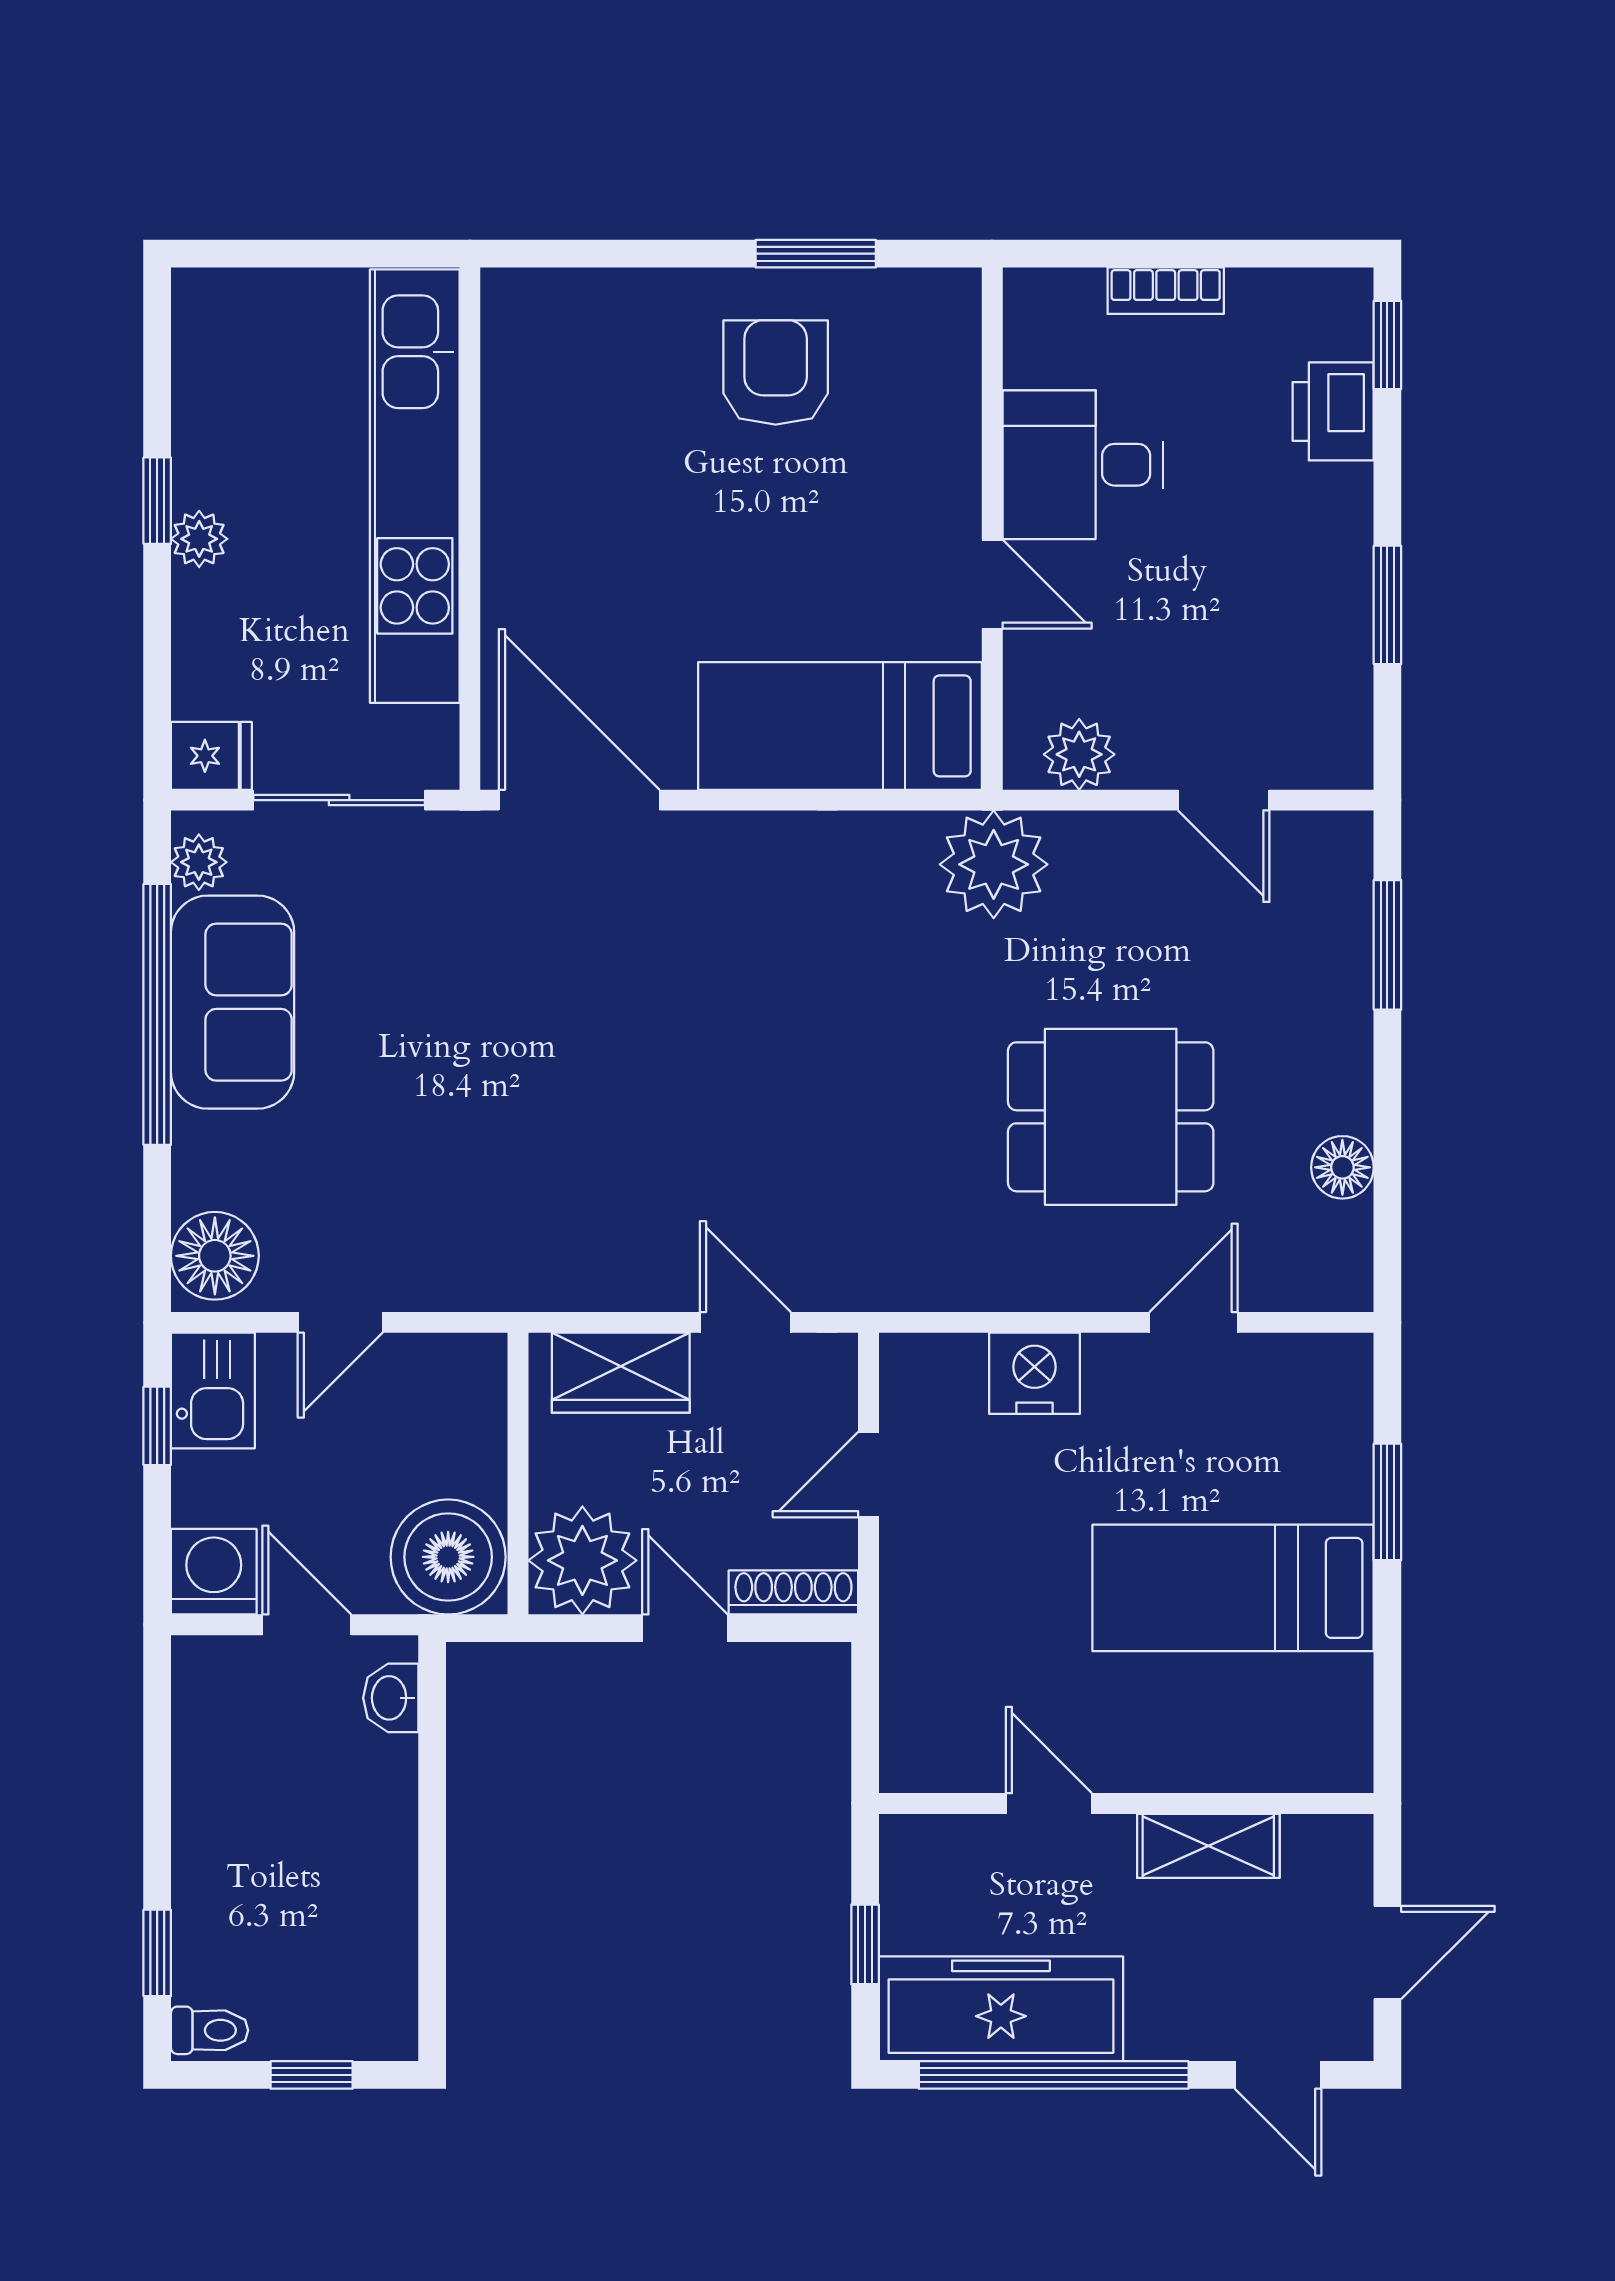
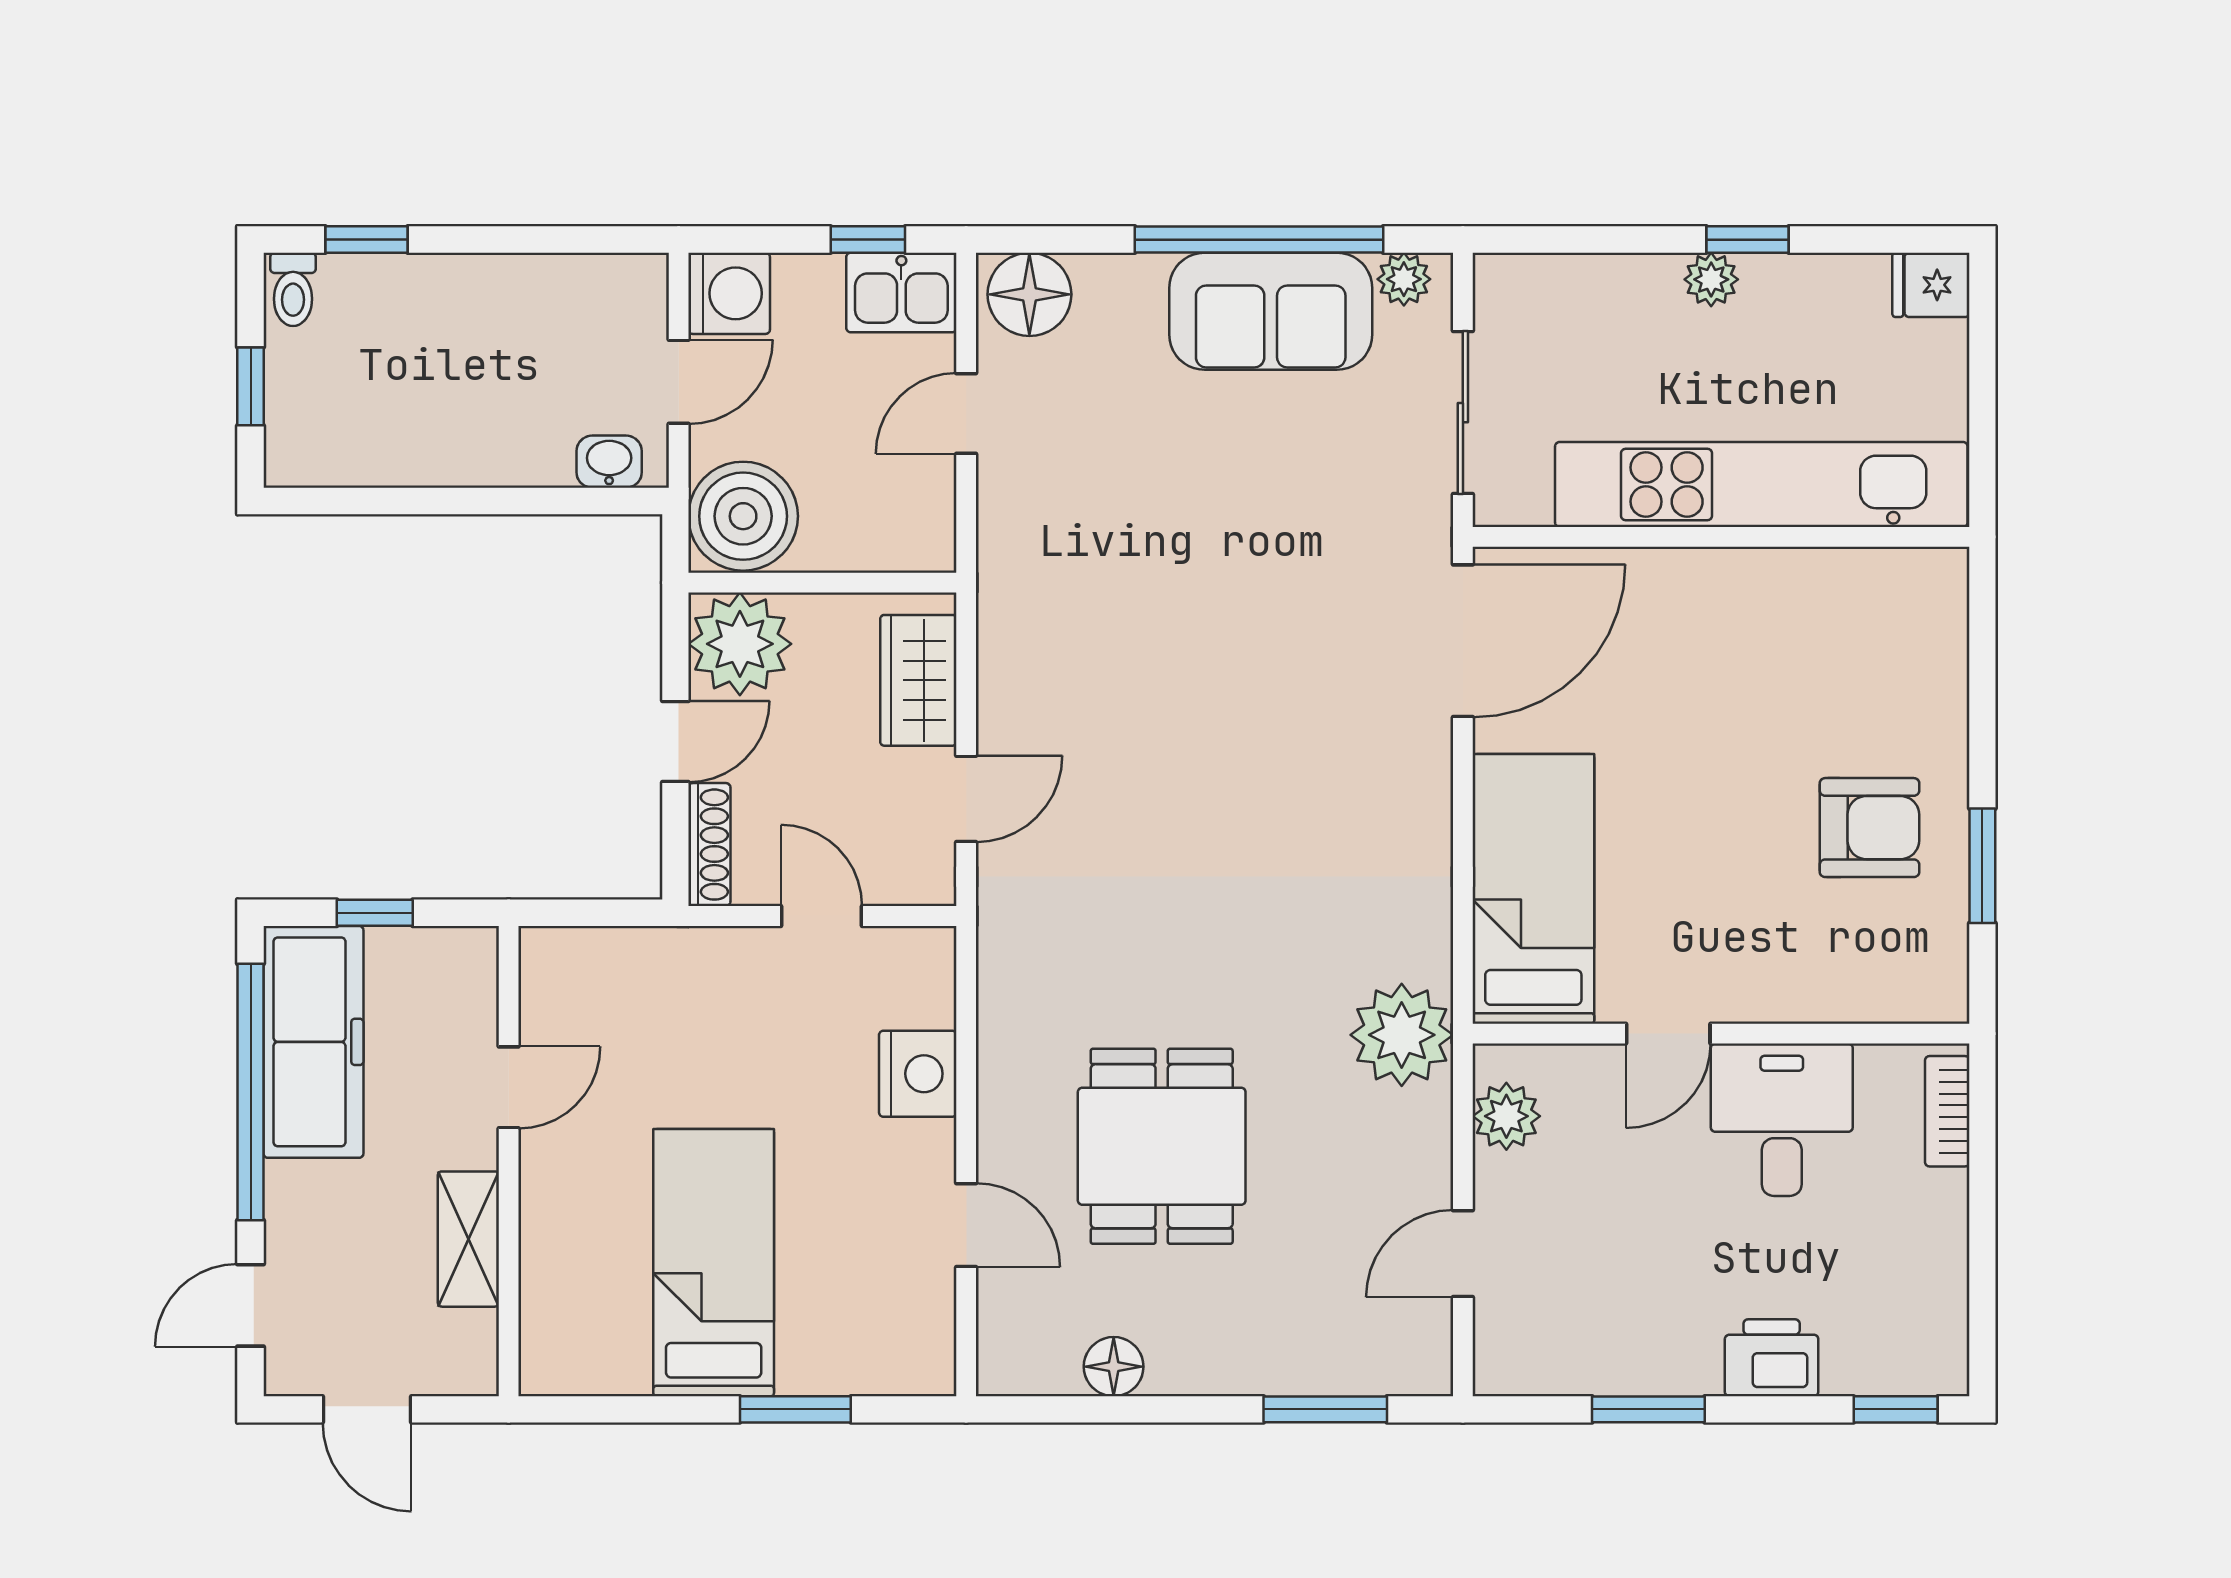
bookcase: (1166, 291) -> (1947, 1111), moved
printer: (1333, 411) -> (1772, 1358), moved
fridge: (211, 756) -> (1931, 285), moved, turned 90
door: (340, 1322) -> (966, 414), hinge flipped

